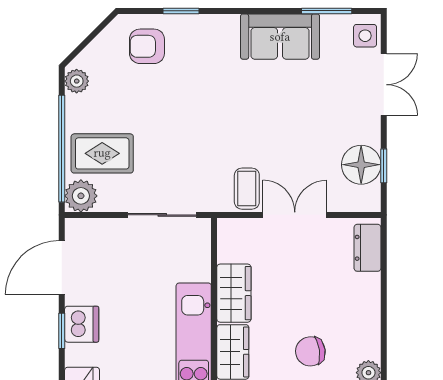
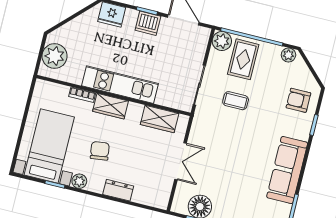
sofa: (280, 37) -> (287, 170), width x1.36
armchair: (147, 46) -> (298, 100), turned -90
coffee table: (247, 189) -> (236, 101), moved
dresser: (367, 248) -> (118, 190), moved
wardrobe: (234, 293) -> (160, 119), moved

